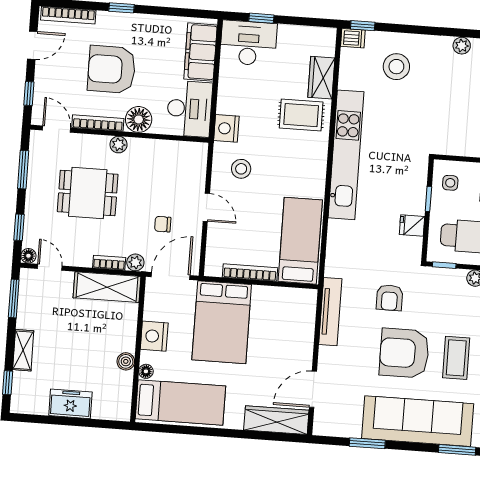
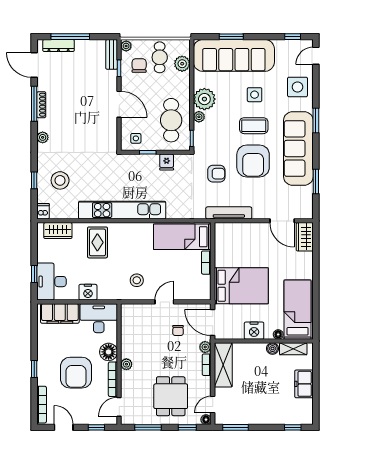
window: (363, 26) -> (34, 180), moved
wardrobe: (321, 78) -> (58, 231), moved
nightstand: (226, 128) -> (88, 292), moved
dining table: (88, 193) -> (171, 396), moved
bookcase: (250, 272) -> (206, 263), width x0.64
shelving: (23, 350) -> (293, 349), moved
wardrobe: (276, 420) -> (305, 237), width x0.67

